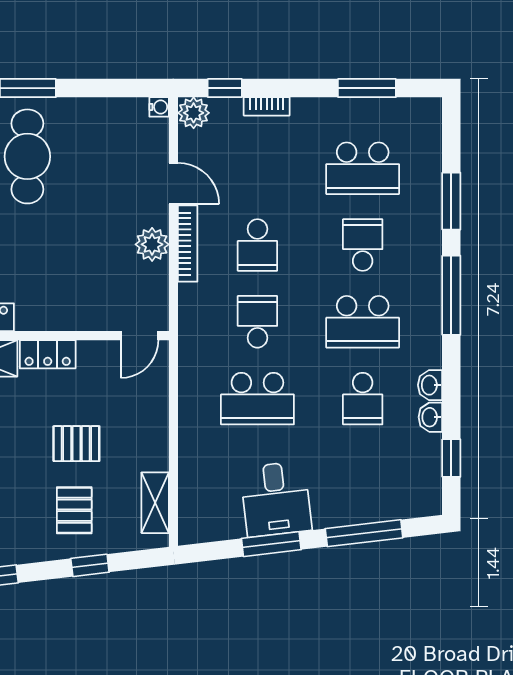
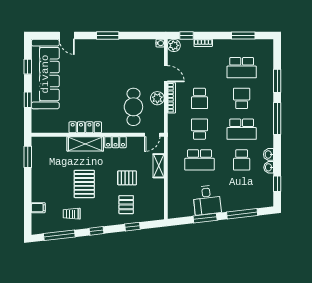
cafe table: (27, 156) -> (133, 107), moved
shelving: (155, 503) -> (159, 166), moved

